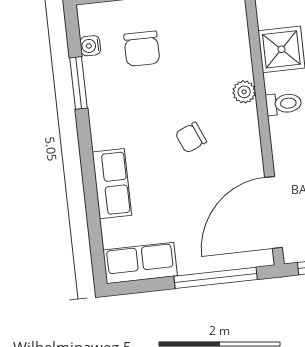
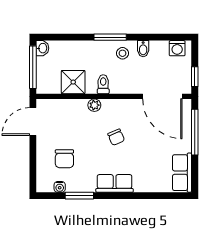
chair: (142, 49) -> (64, 159), turned 90
row of seats: (112, 184) -> (115, 183), moved

